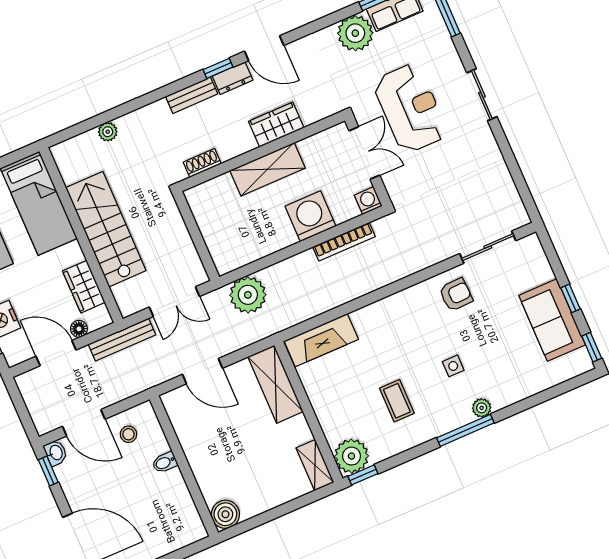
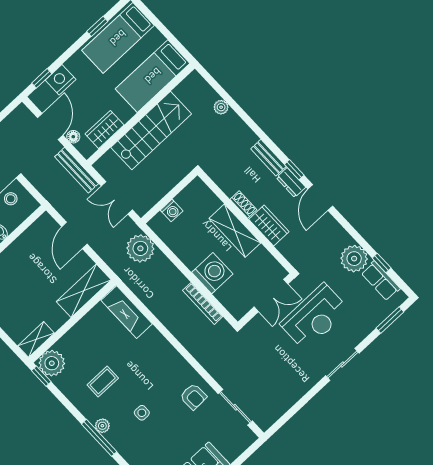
shoe rack: (202, 163) -> (243, 204), moved
washing machine: (368, 201) -> (172, 210), moved, turned 90
plant: (482, 408) -> (102, 426), moved

